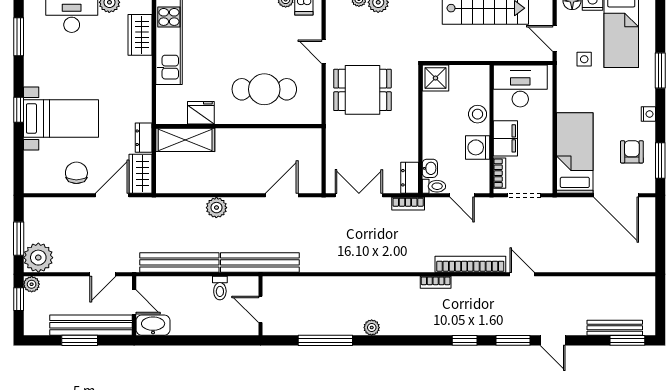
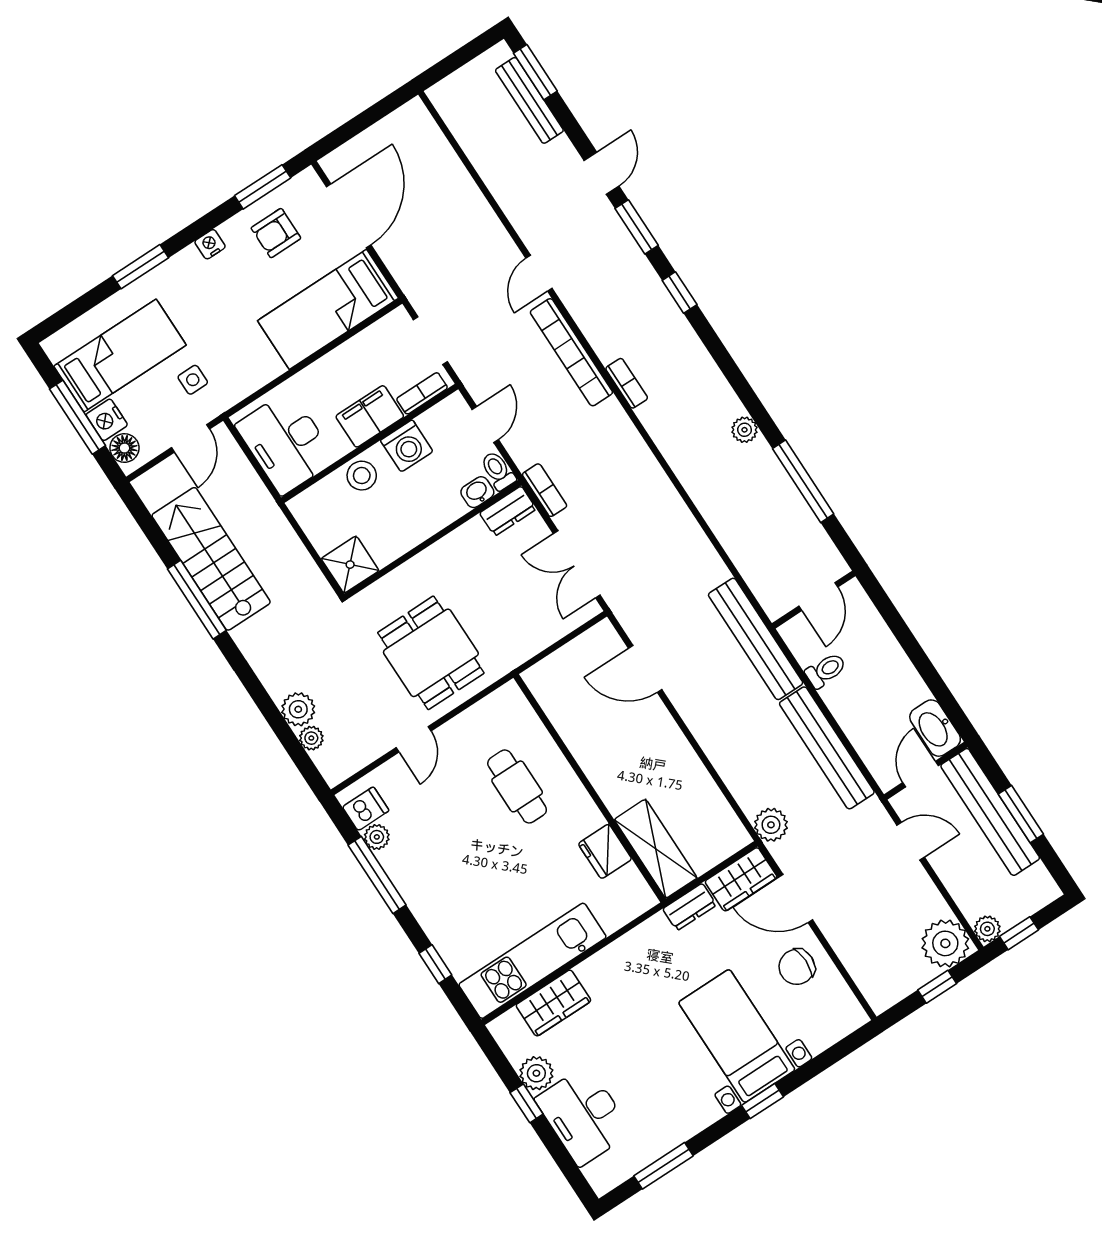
cafe table: (264, 89) -> (517, 786), width x0.73, depth x0.74
plant: (216, 208) -> (771, 825), moved
window: (19, 239) -> (937, 987), width x0.67

